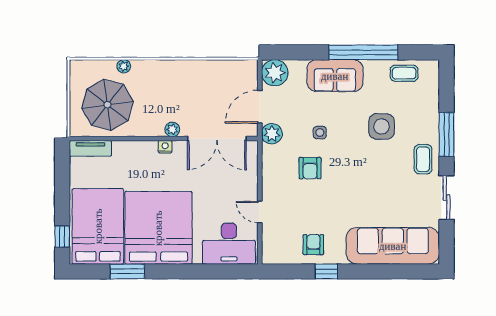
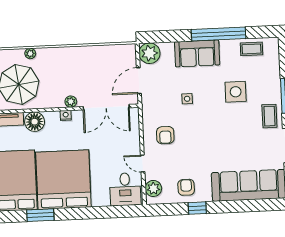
plant: (272, 134) -> (153, 188), moved
floor lamp: (125, 153) -> (35, 122), added
armchair: (310, 168) -> (165, 135), moved
desk: (229, 244) -> (125, 189), width x0.73

